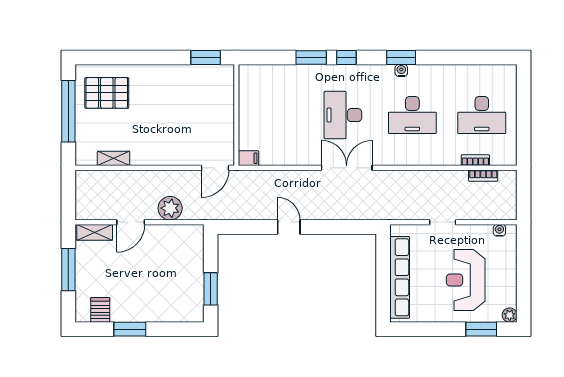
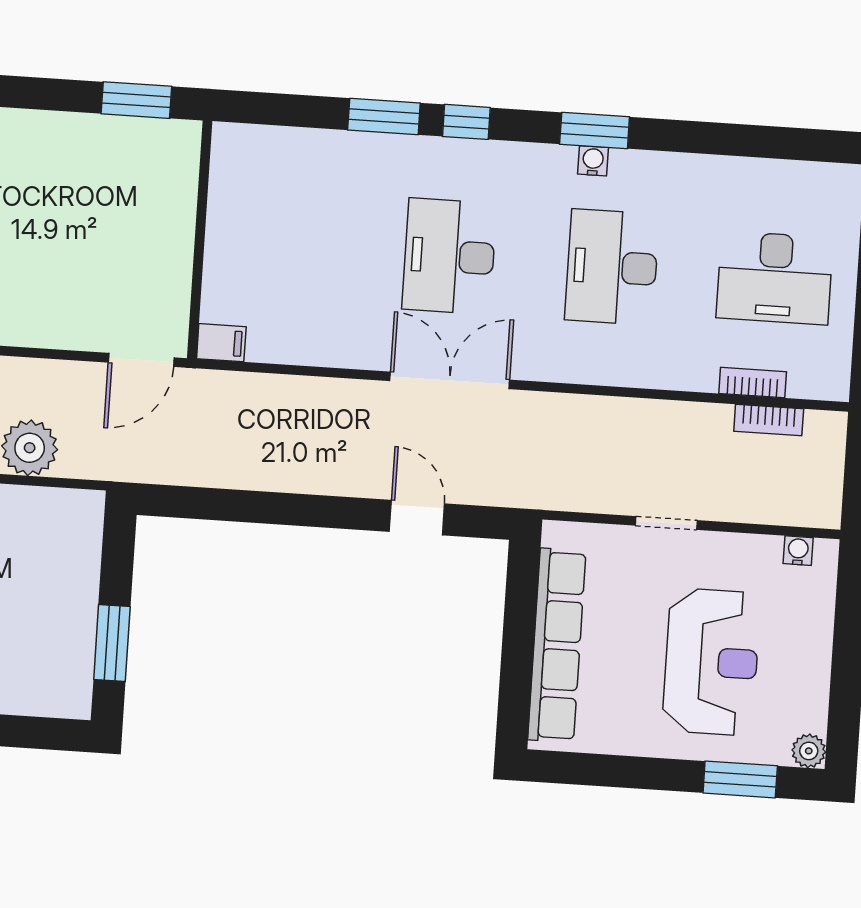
desk: (412, 115) -> (612, 267), turned 90
door: (289, 227) -> (417, 518), moved
reception desk: (466, 280) -> (711, 662), turned 180

